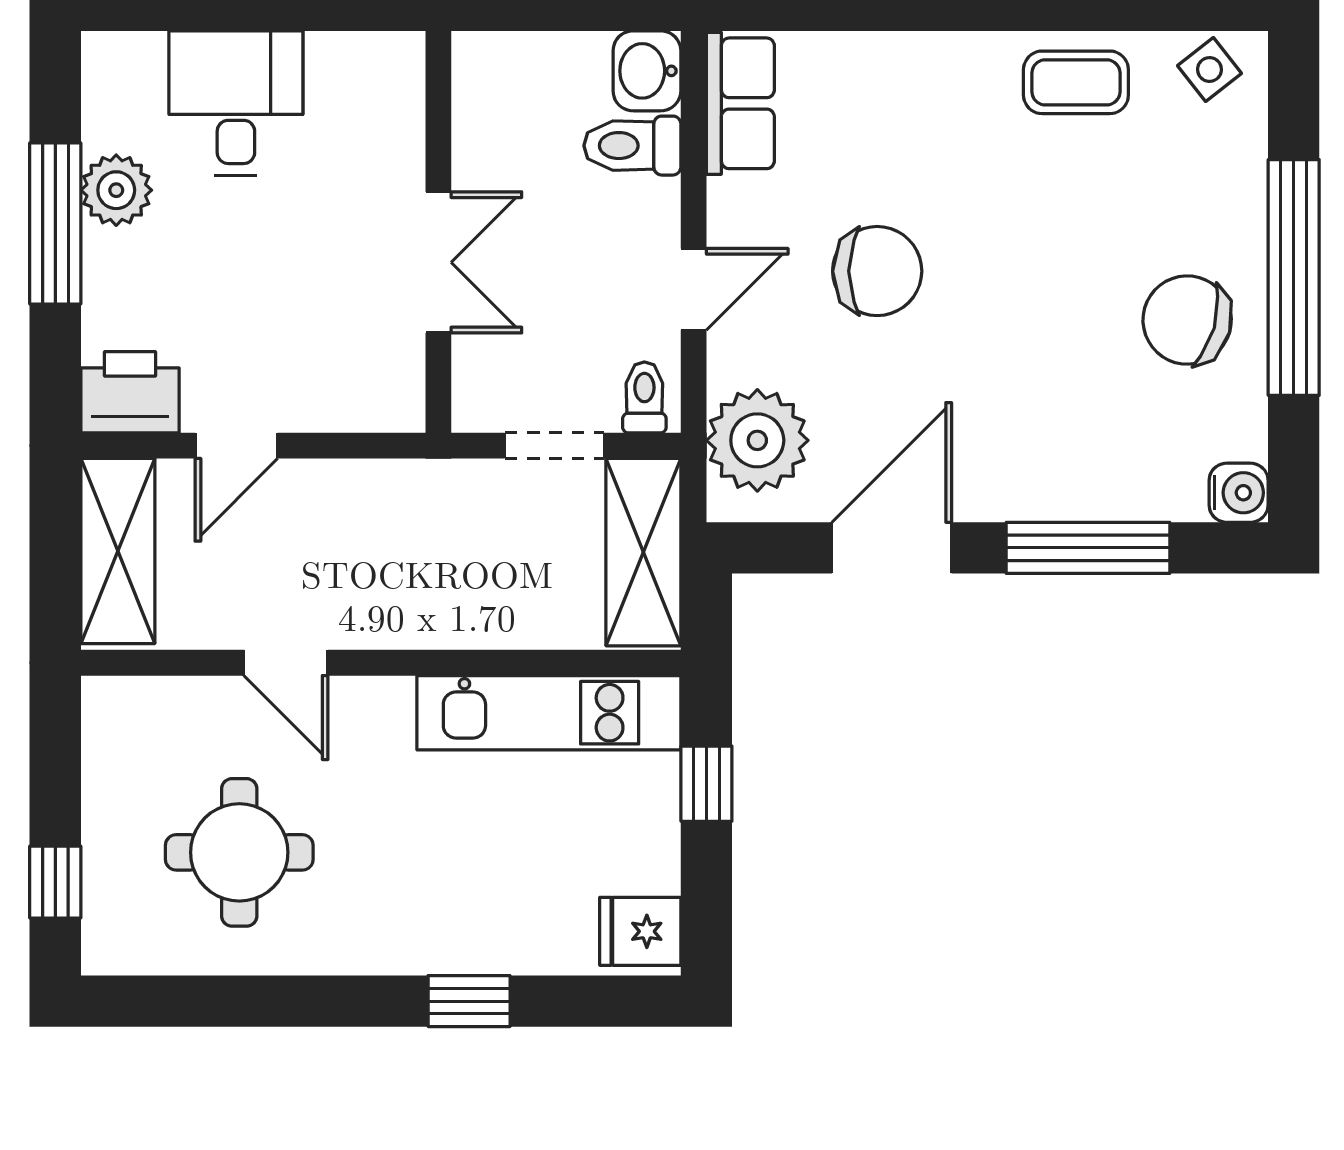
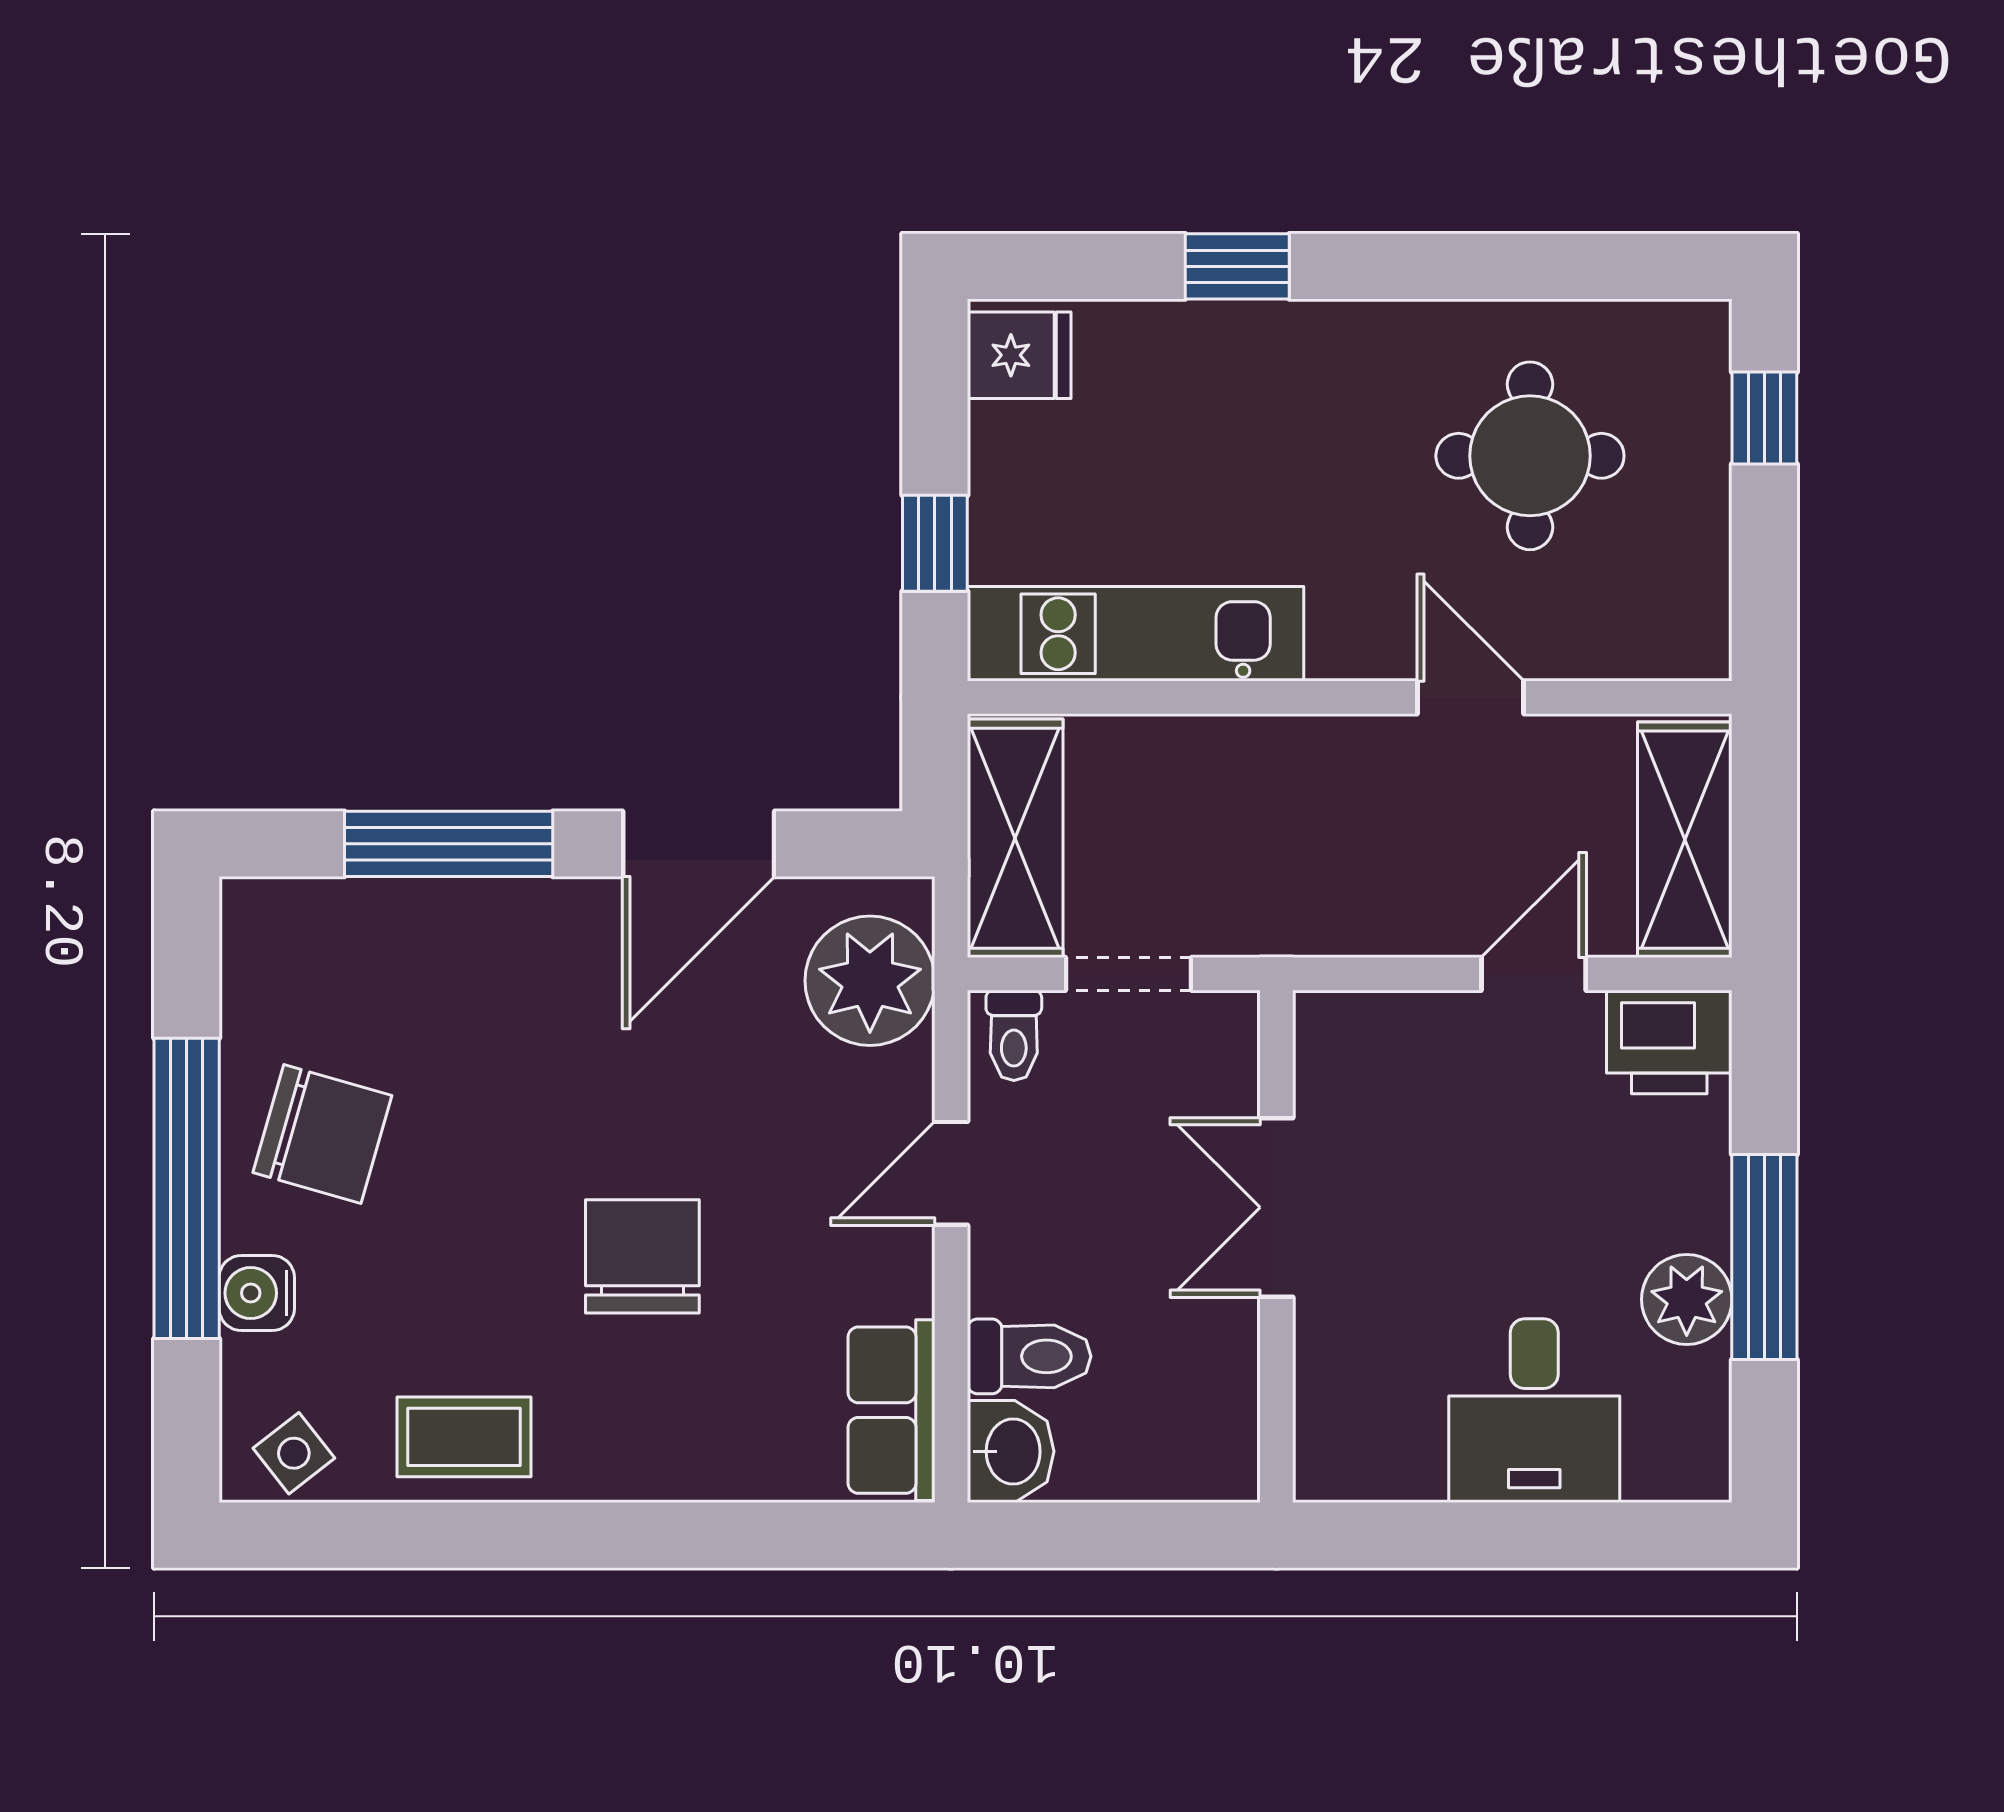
chair: (877, 271) -> (642, 1256), moved, turned 90
water cooler: (1239, 493) -> (257, 1293), moved

